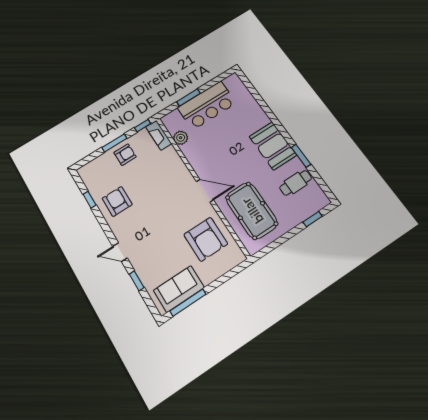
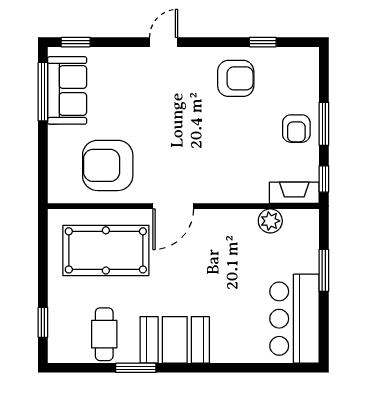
bar counter: (207, 105) -> (294, 319), moved
window: (137, 281) -> (76, 42), moved

